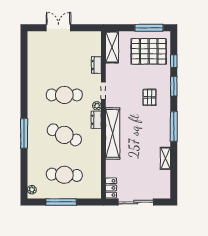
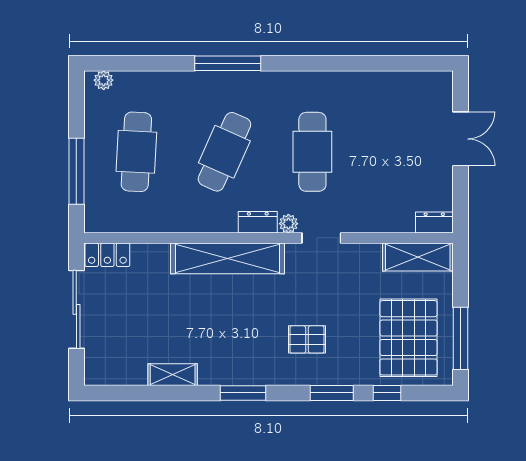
dresser: (96, 65) -> (434, 222), moved
window: (174, 126) -> (243, 393), width x0.69
window: (61, 202) -> (76, 171), moved

